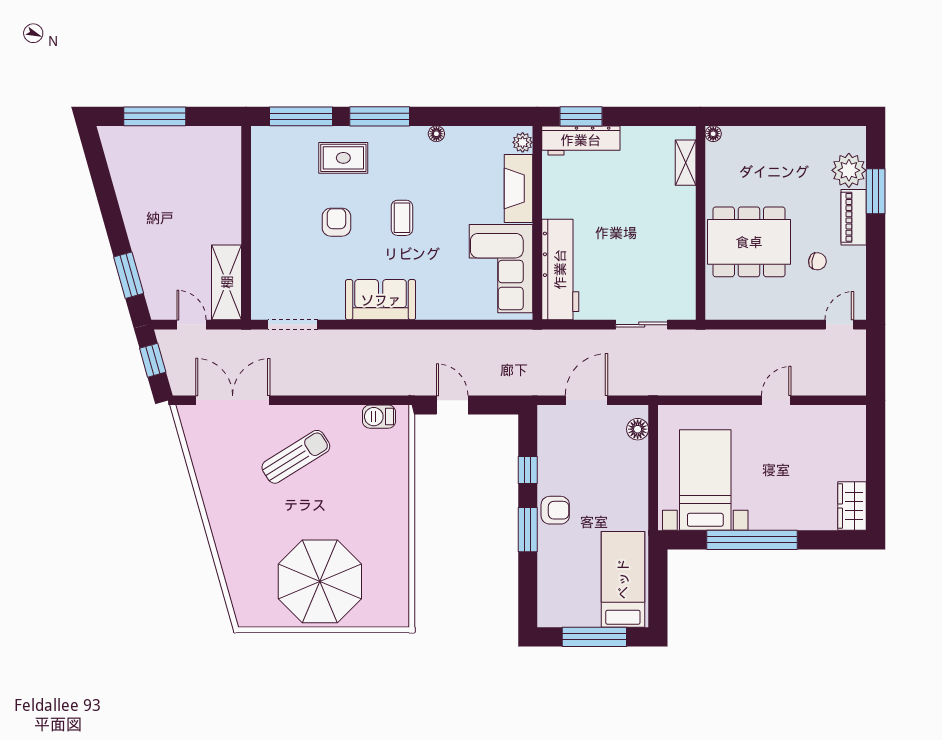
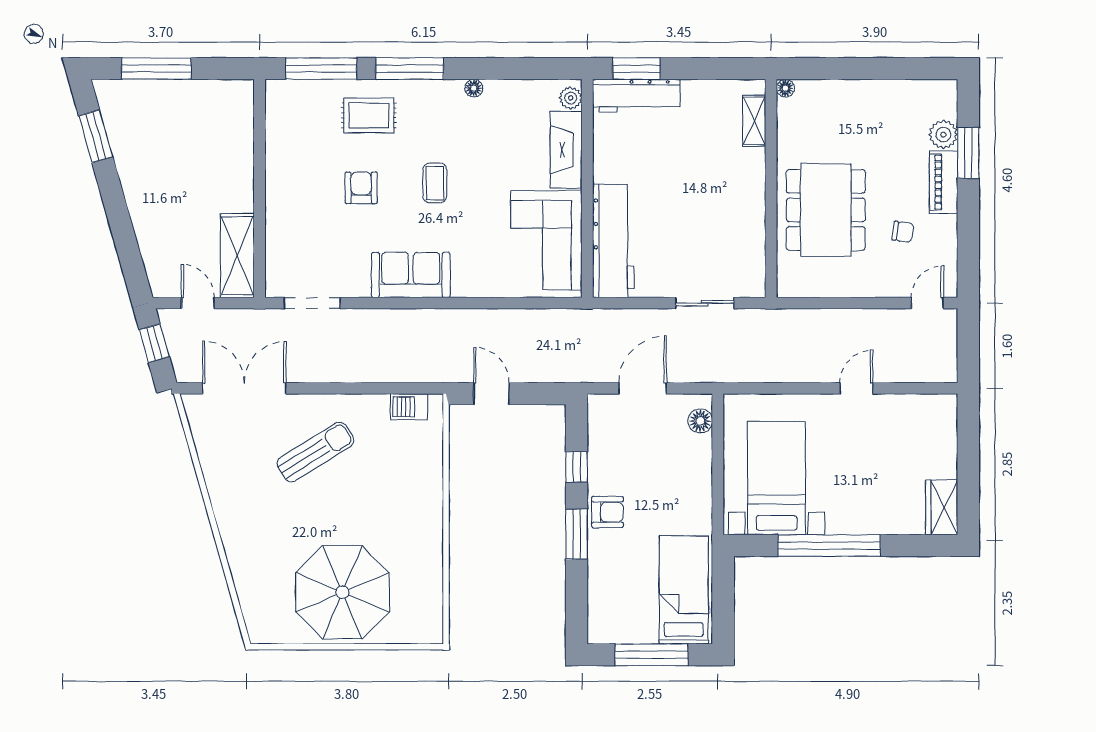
plant: (849, 170) -> (943, 135), width x0.73, depth x0.73
dining table: (749, 242) -> (826, 210), turned 90
window: (129, 275) -> (96, 136), moved

